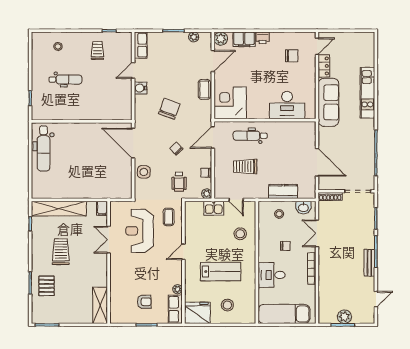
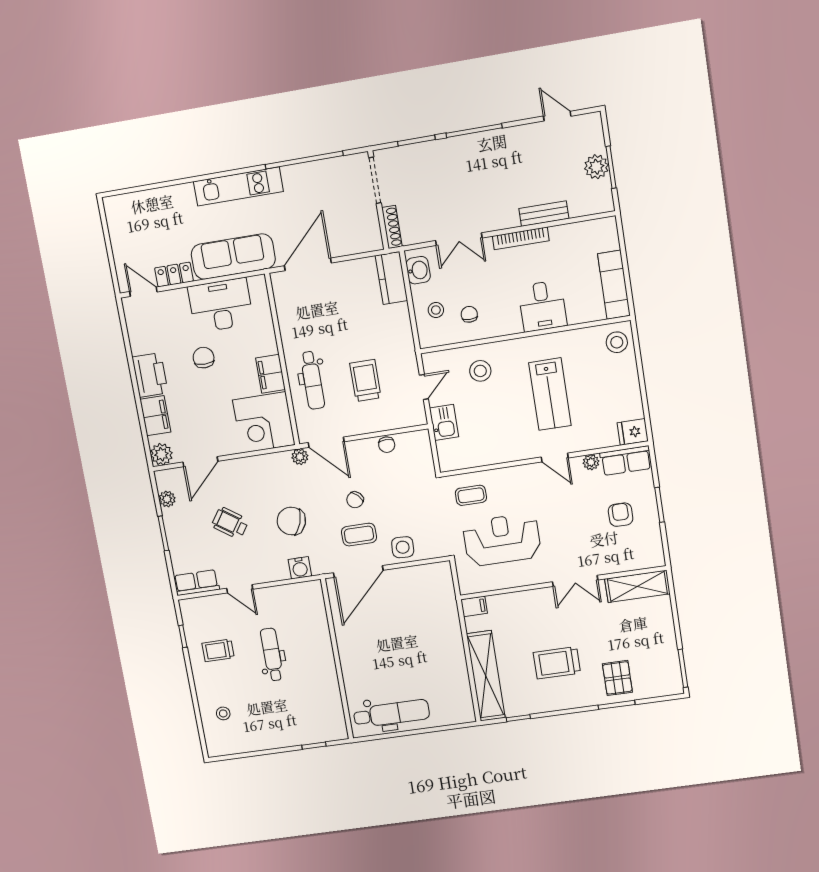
printer: (263, 38) -> (150, 375), width x1.87, depth x1.48
chair: (292, 56) -> (204, 358), moved
door: (213, 61) -> (200, 462), swing flipped
dental chair: (65, 80) -> (272, 655), moved
water cooler: (141, 88) -> (300, 568), moved
coffee table: (204, 89) -> (359, 535), moved
kitchen unit: (367, 93) -> (238, 186), moved
desk: (287, 105) -> (221, 305), moved, turned -90
filing cabinet: (258, 112) -> (270, 374), added
door: (317, 162) -> (308, 264), moved
trolley: (245, 167) -> (365, 381), turned 180
wheelchair: (179, 182) -> (230, 523), moved, turned -145
kitchen counter: (283, 191) -> (391, 278), moved
plant: (207, 194) -> (300, 457), moved
reception desk: (140, 231) -> (502, 540), turned 180
double door: (109, 240) -> (575, 581), moved
chair: (285, 246) -> (469, 314), moved
door: (183, 252) -> (555, 457), moved
bench: (369, 263) -> (544, 214), moved
lab bench: (221, 272) -> (550, 394), turned 180
pallet: (47, 286) -> (617, 678), turned 90
stool: (227, 305) -> (617, 342), moved
fridge: (197, 313) -> (633, 432), width x0.53, depth x0.75
exam couch: (284, 314) -> (614, 285), width x0.73, depth x0.69

